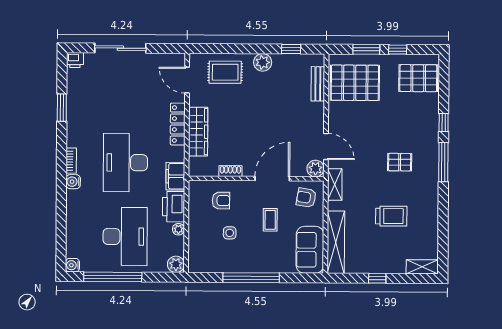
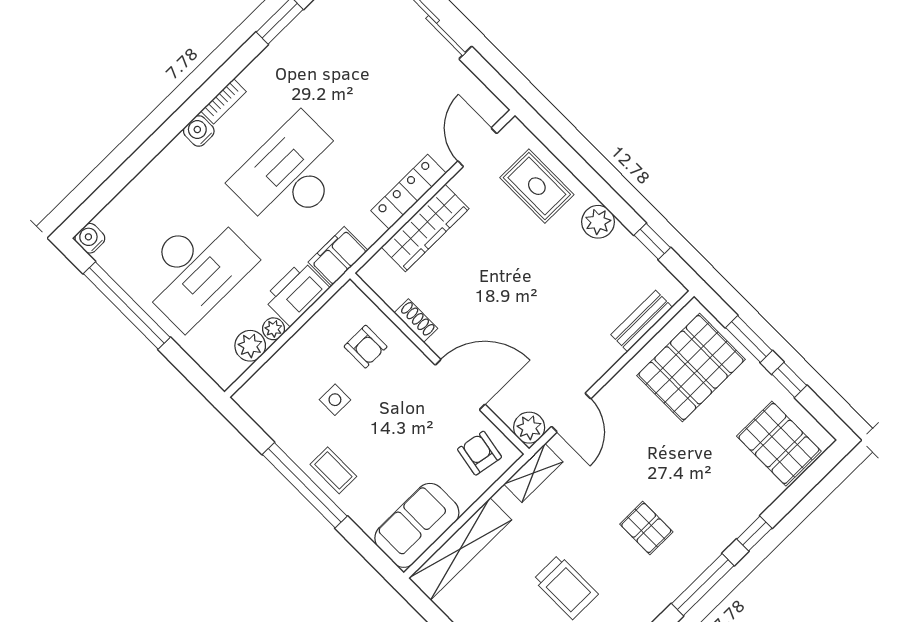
pallet: (355, 83) -> (691, 368), turned 90
coffee table: (270, 220) -> (333, 470), moved, turned 90
plant: (176, 264) -> (250, 346), moved

